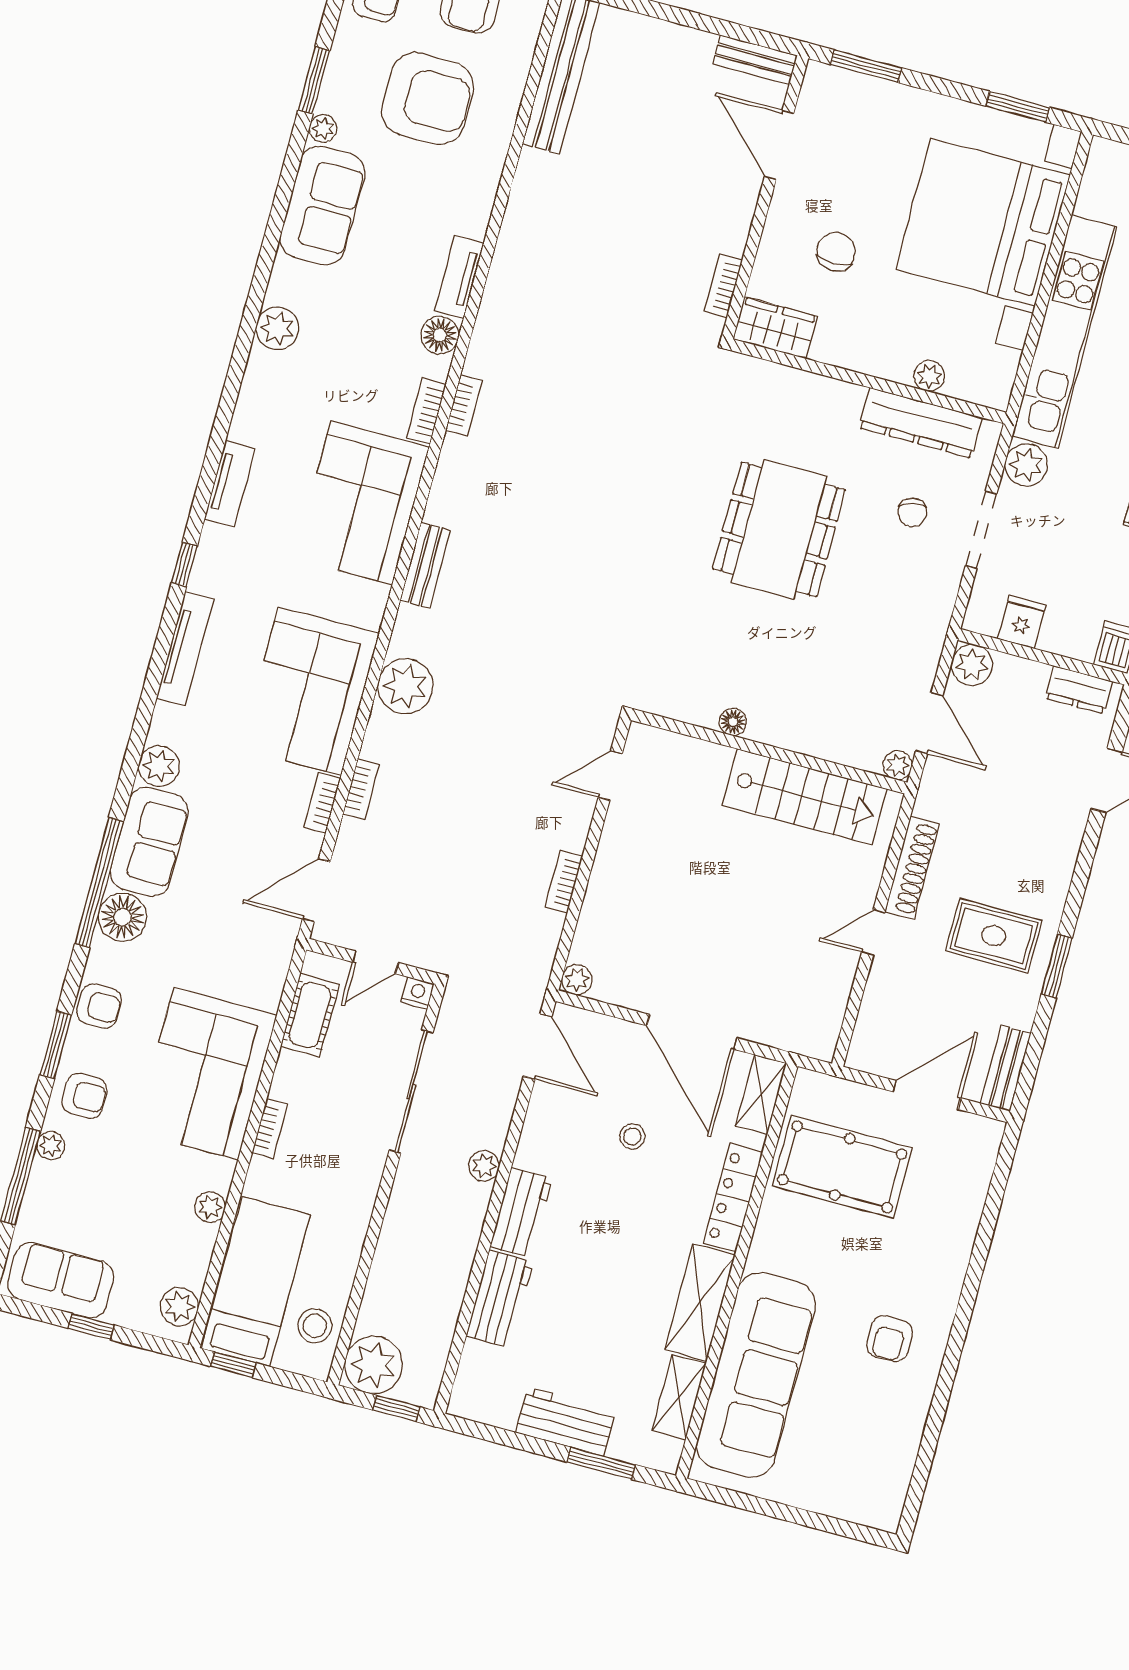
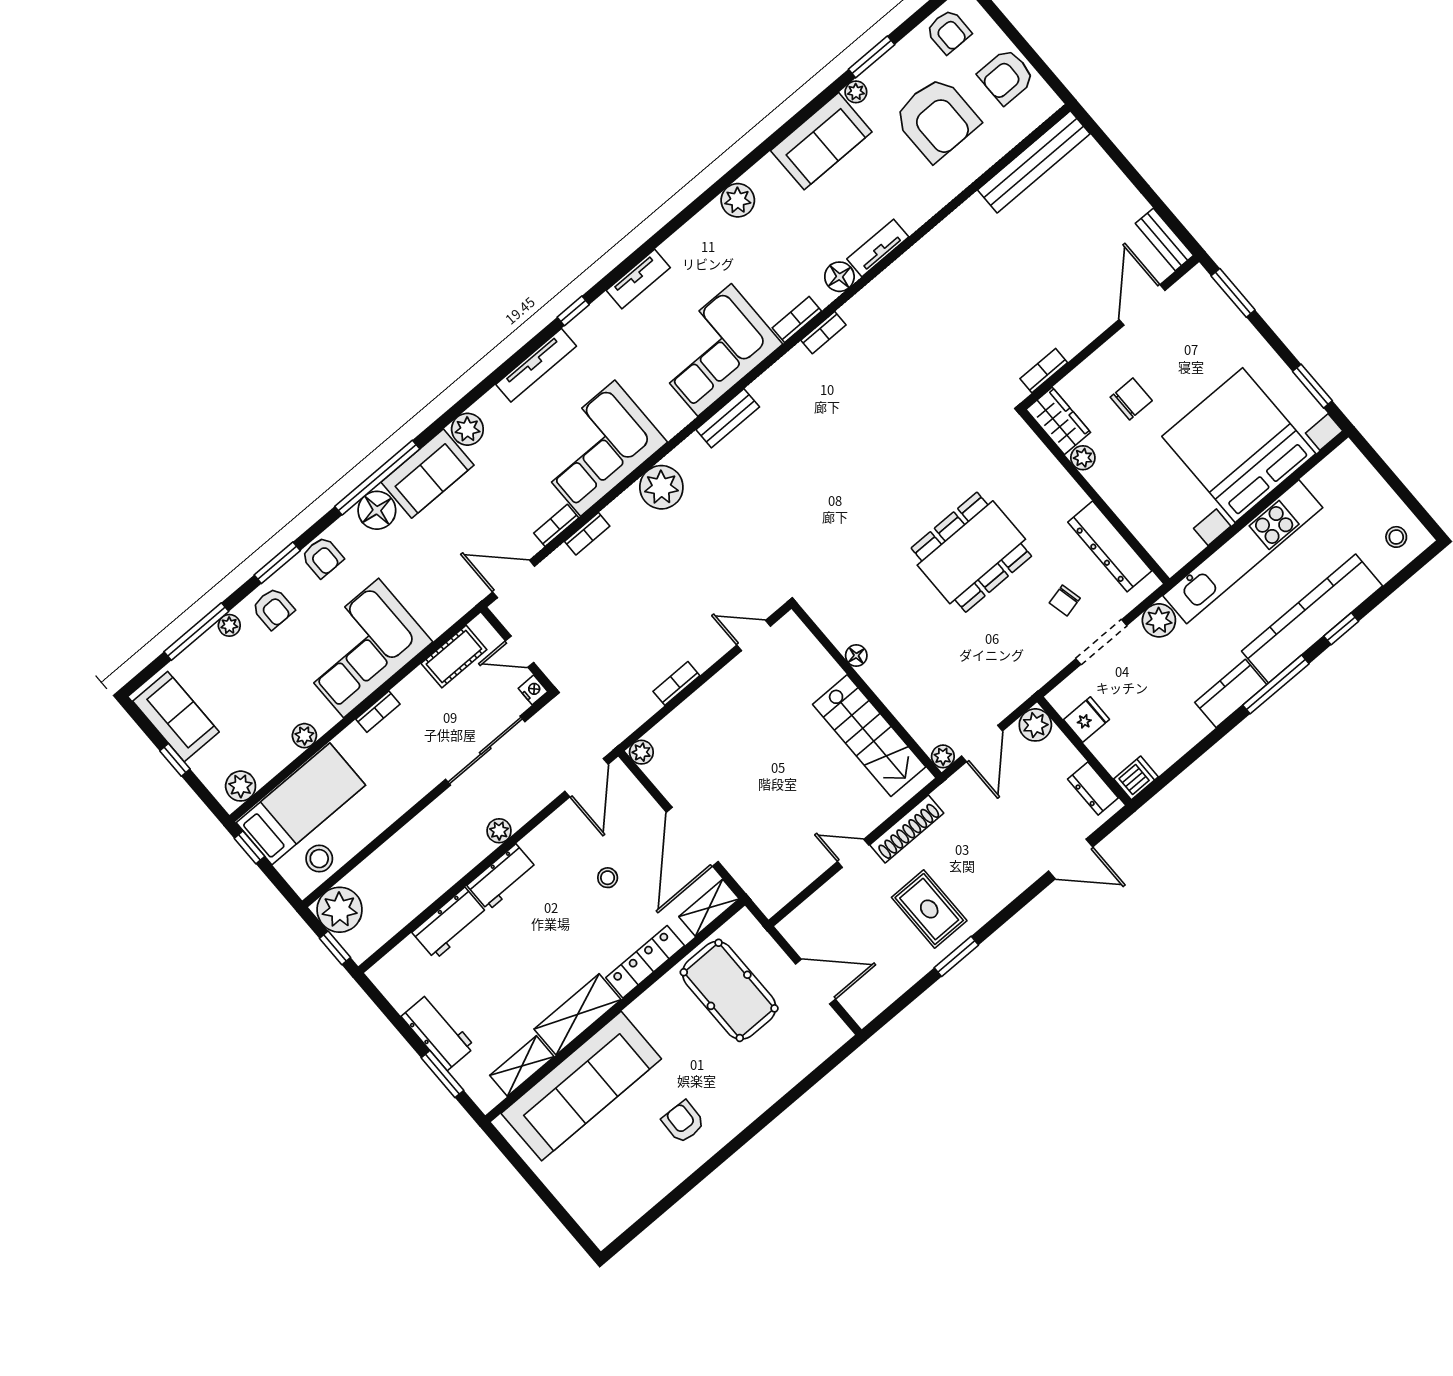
plant: (929, 376) -> (1083, 458), moved
bench: (1006, 1068) -> (878, 1000), removed
armchair: (889, 1339) -> (683, 1122), turned 92

